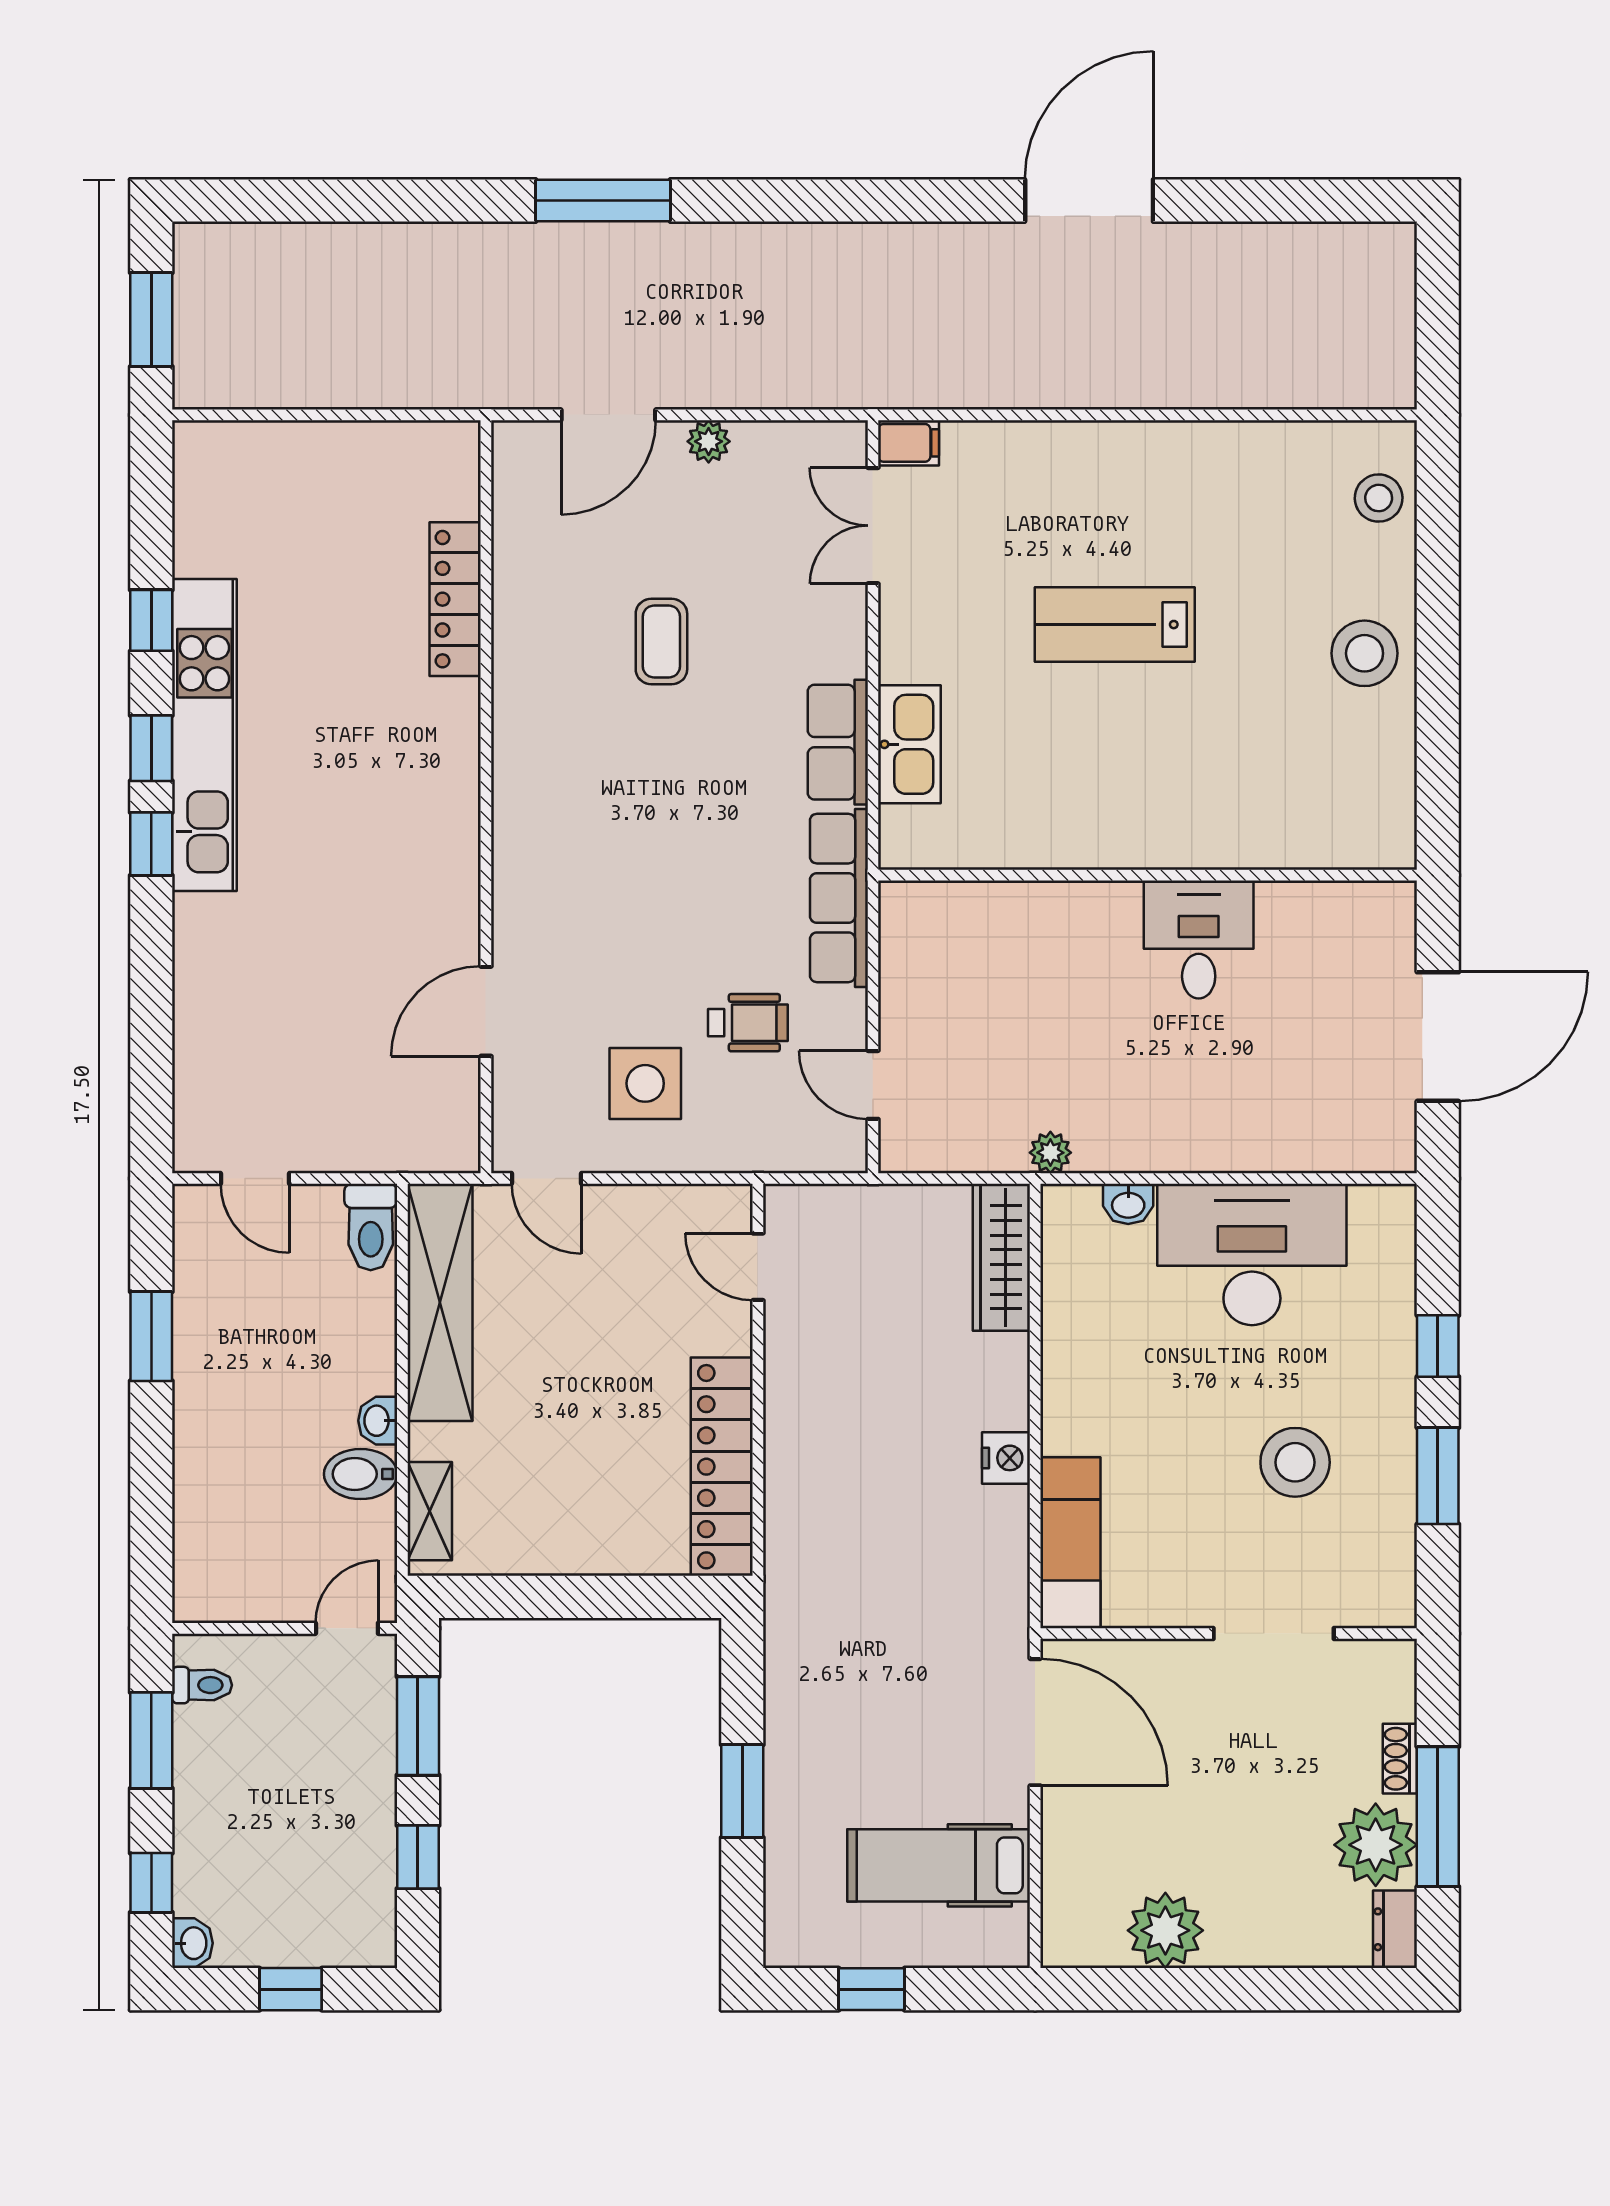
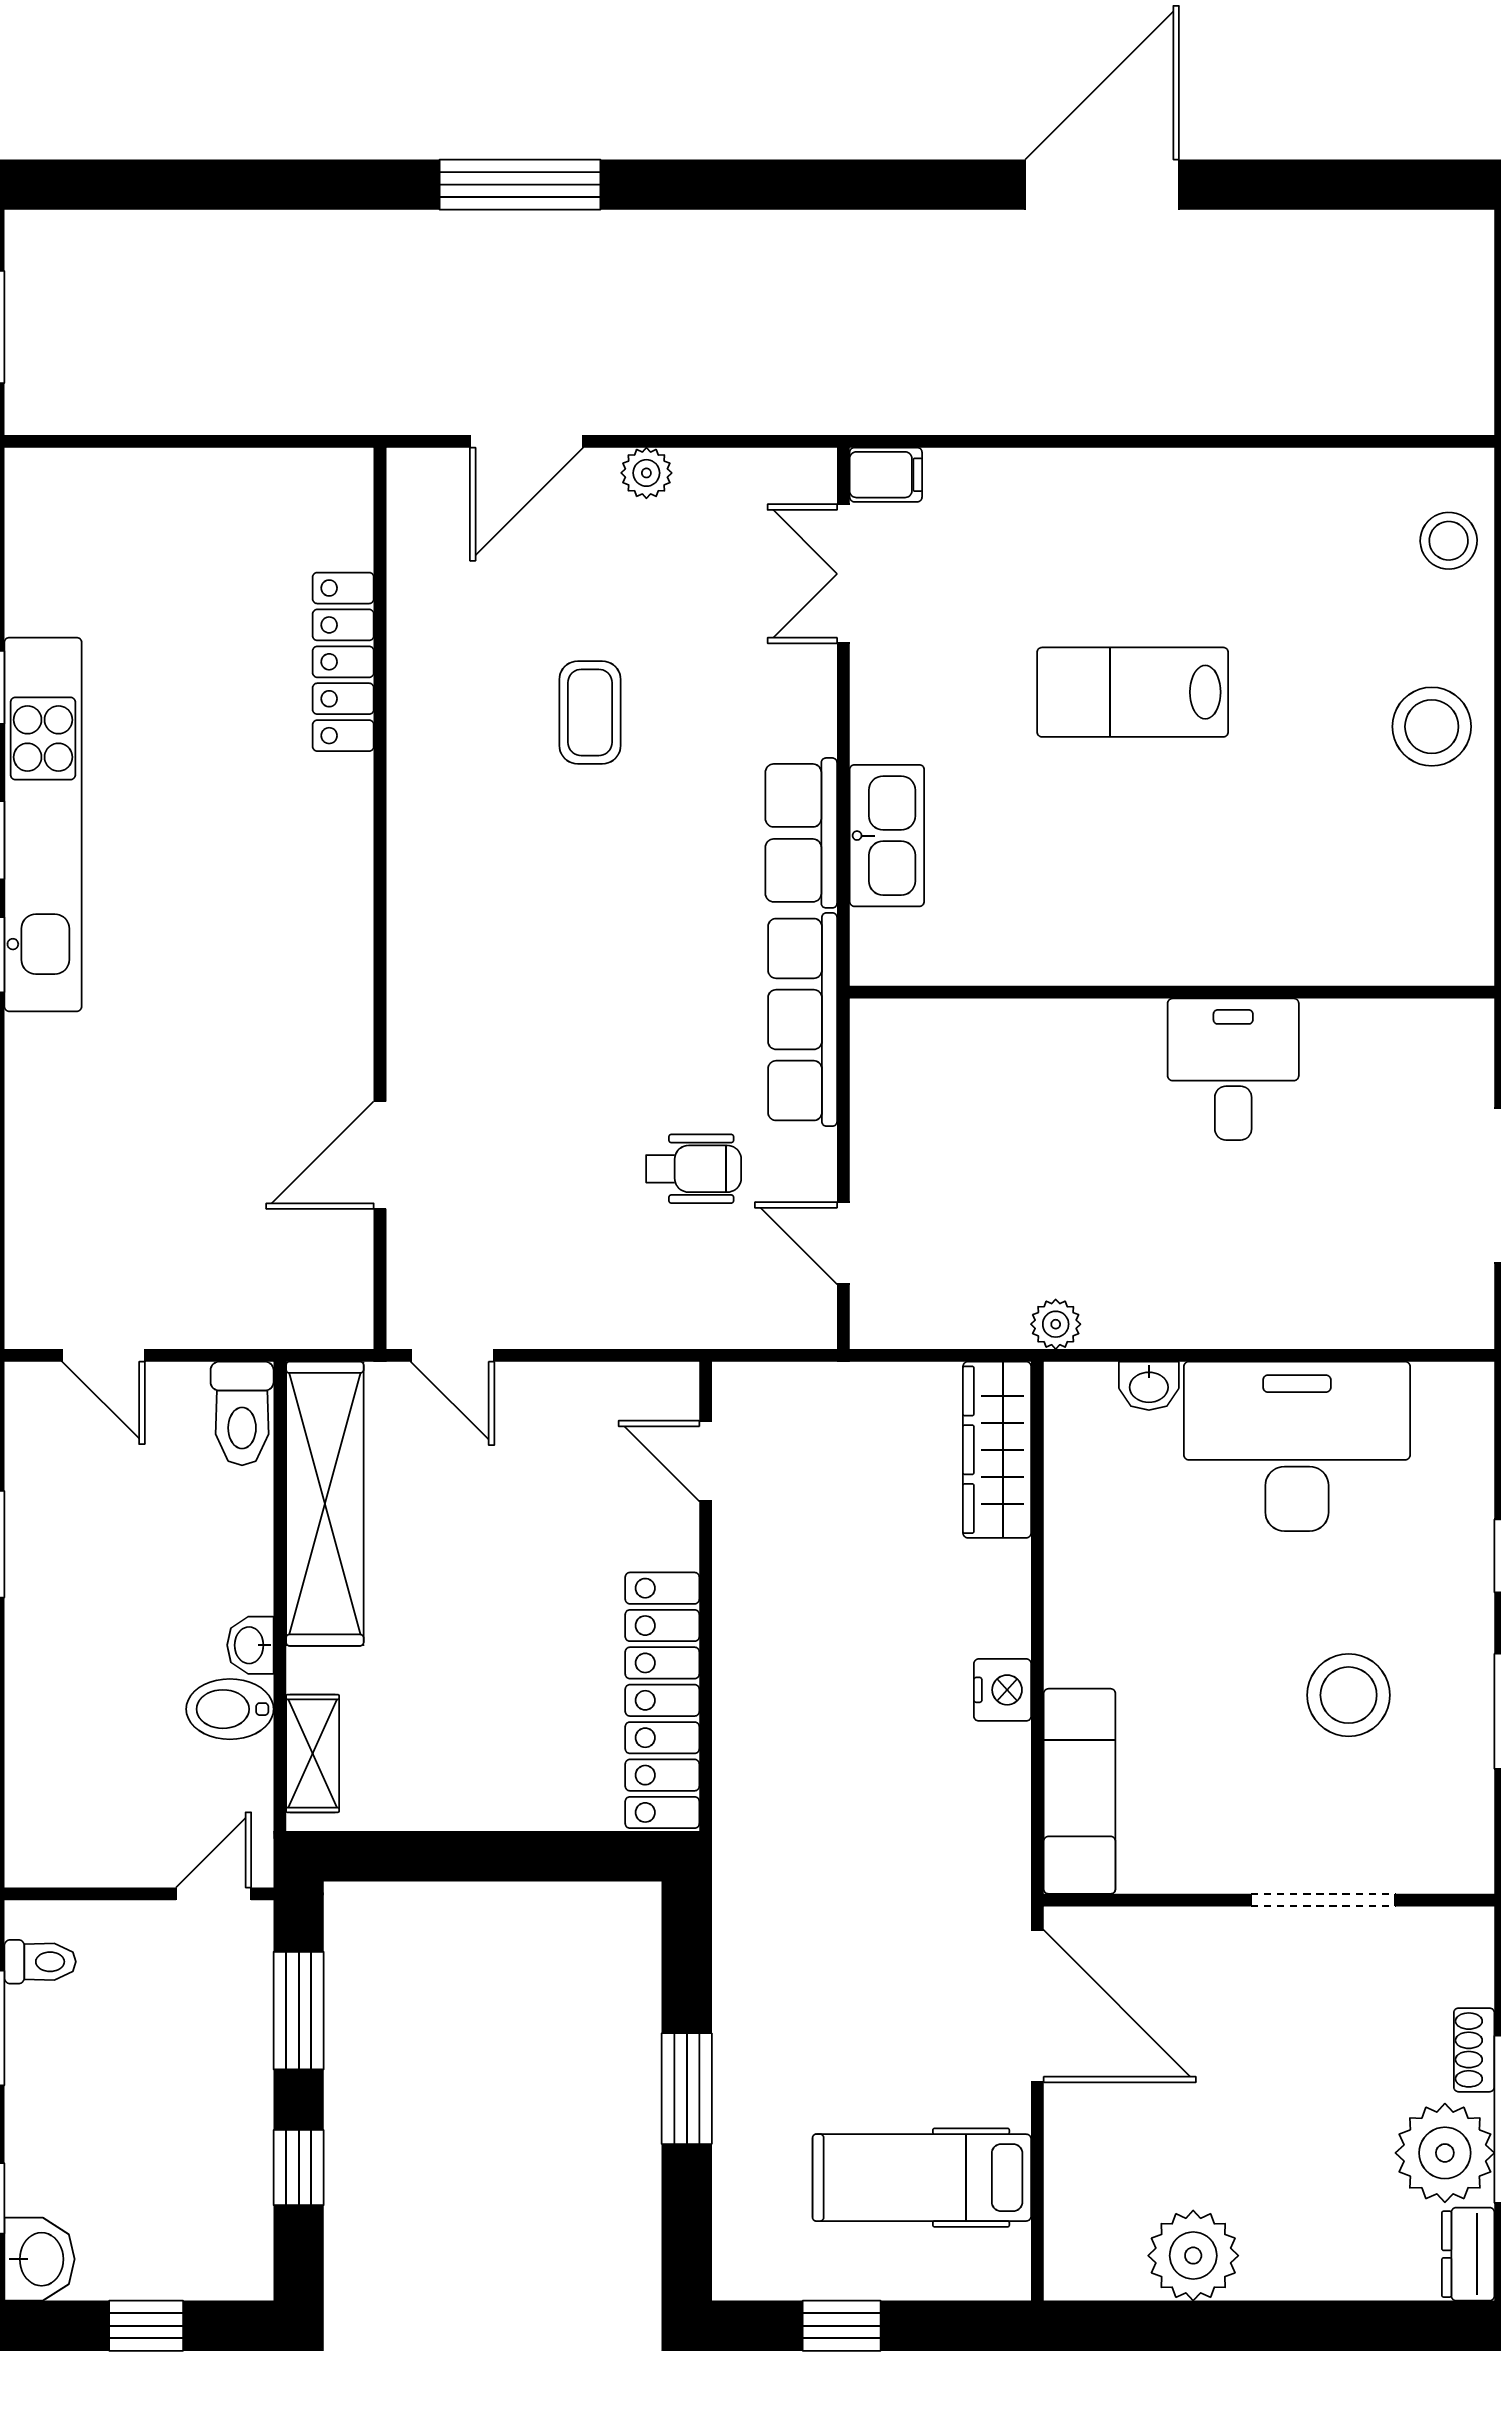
side table: (645, 1083) -> (571, 1242), removed
washbasin: (192, 1943) -> (39, 2259), width x1.38, depth x1.45

